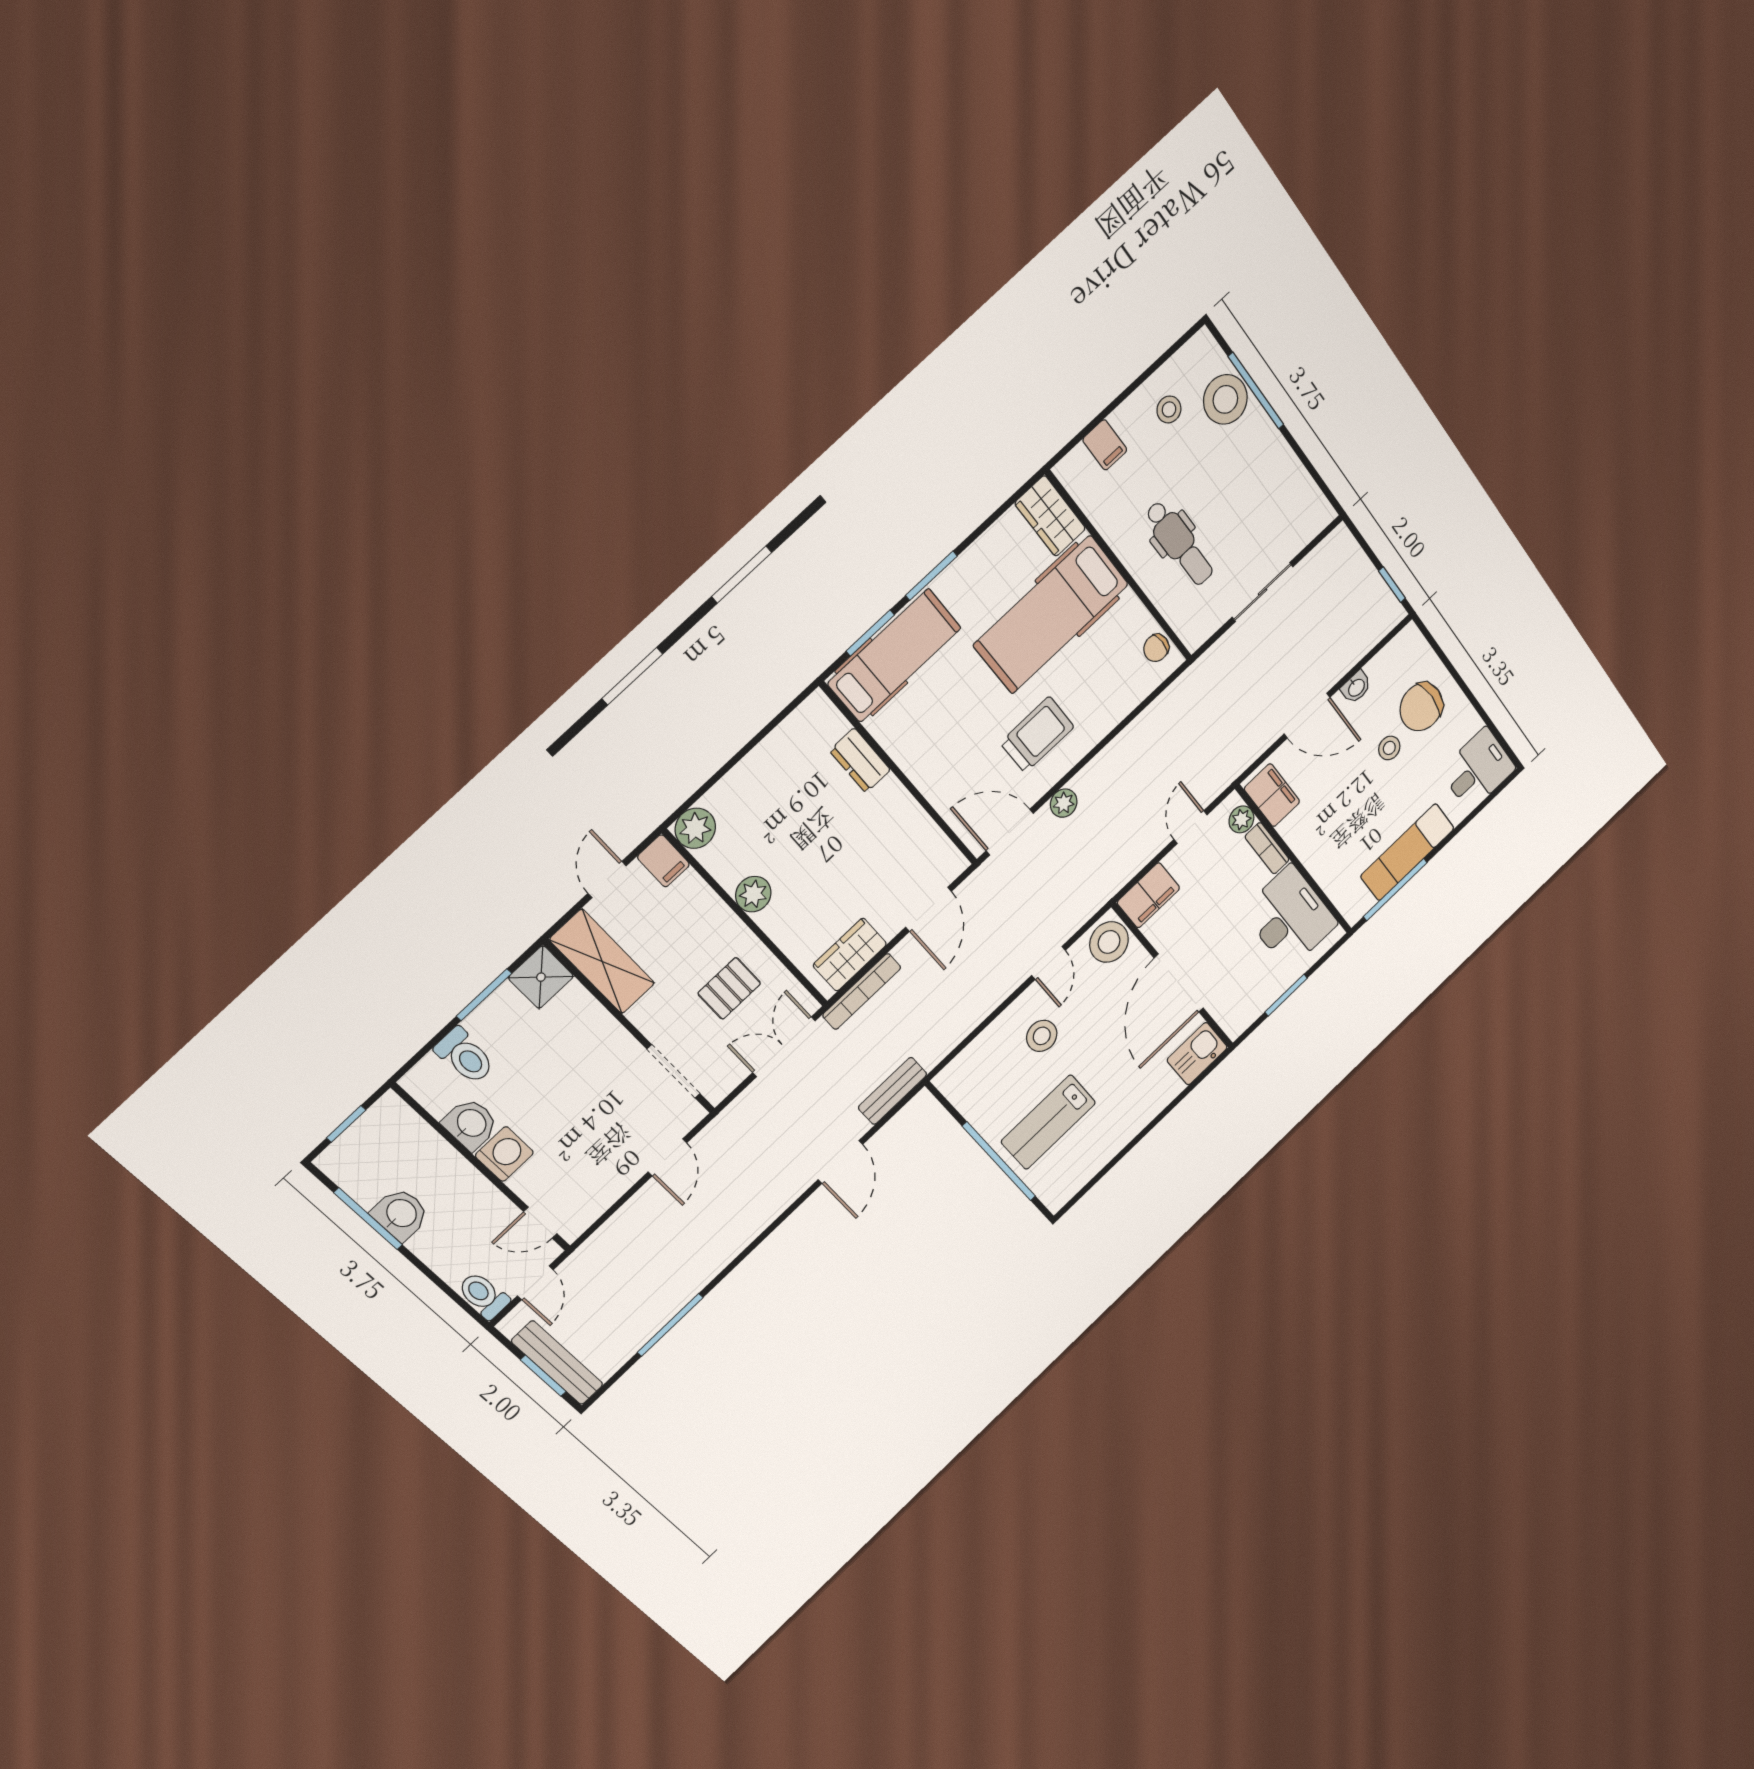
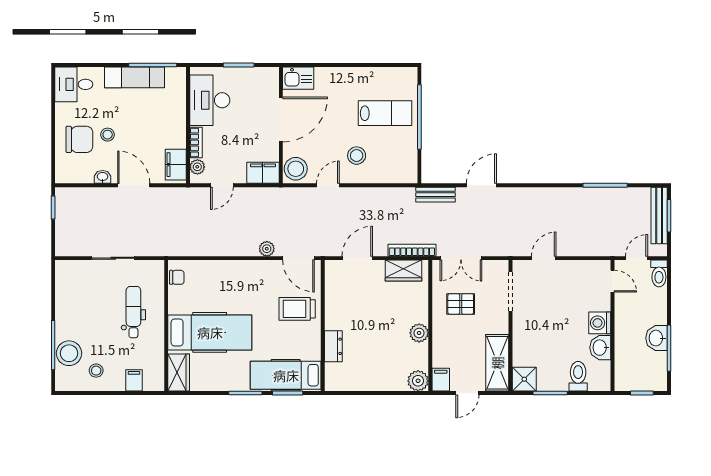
trolley: (1037, 735) -> (297, 309), moved

